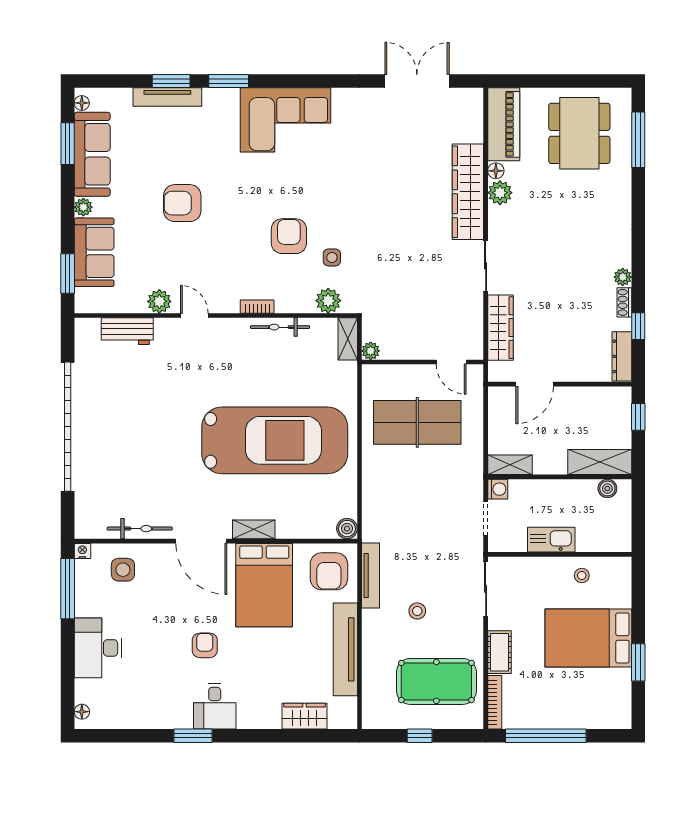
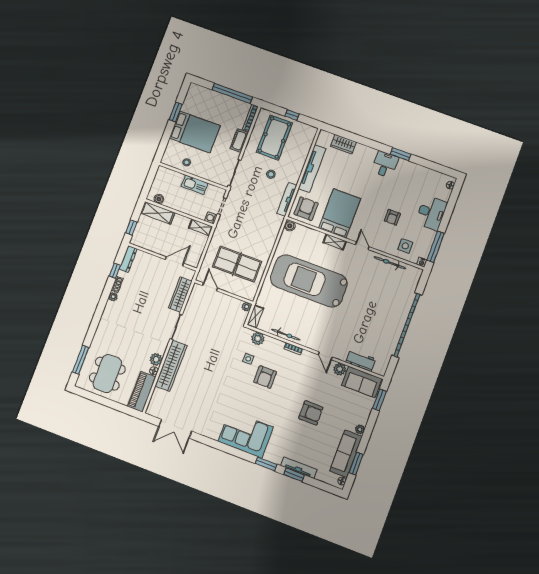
sofa: (94, 252) -> (362, 382), moved, turned -90
door: (201, 541) -> (362, 246), width x0.53
armchair: (205, 645) -> (392, 217), moved
pool table: (436, 681) -> (274, 138), turned 90

